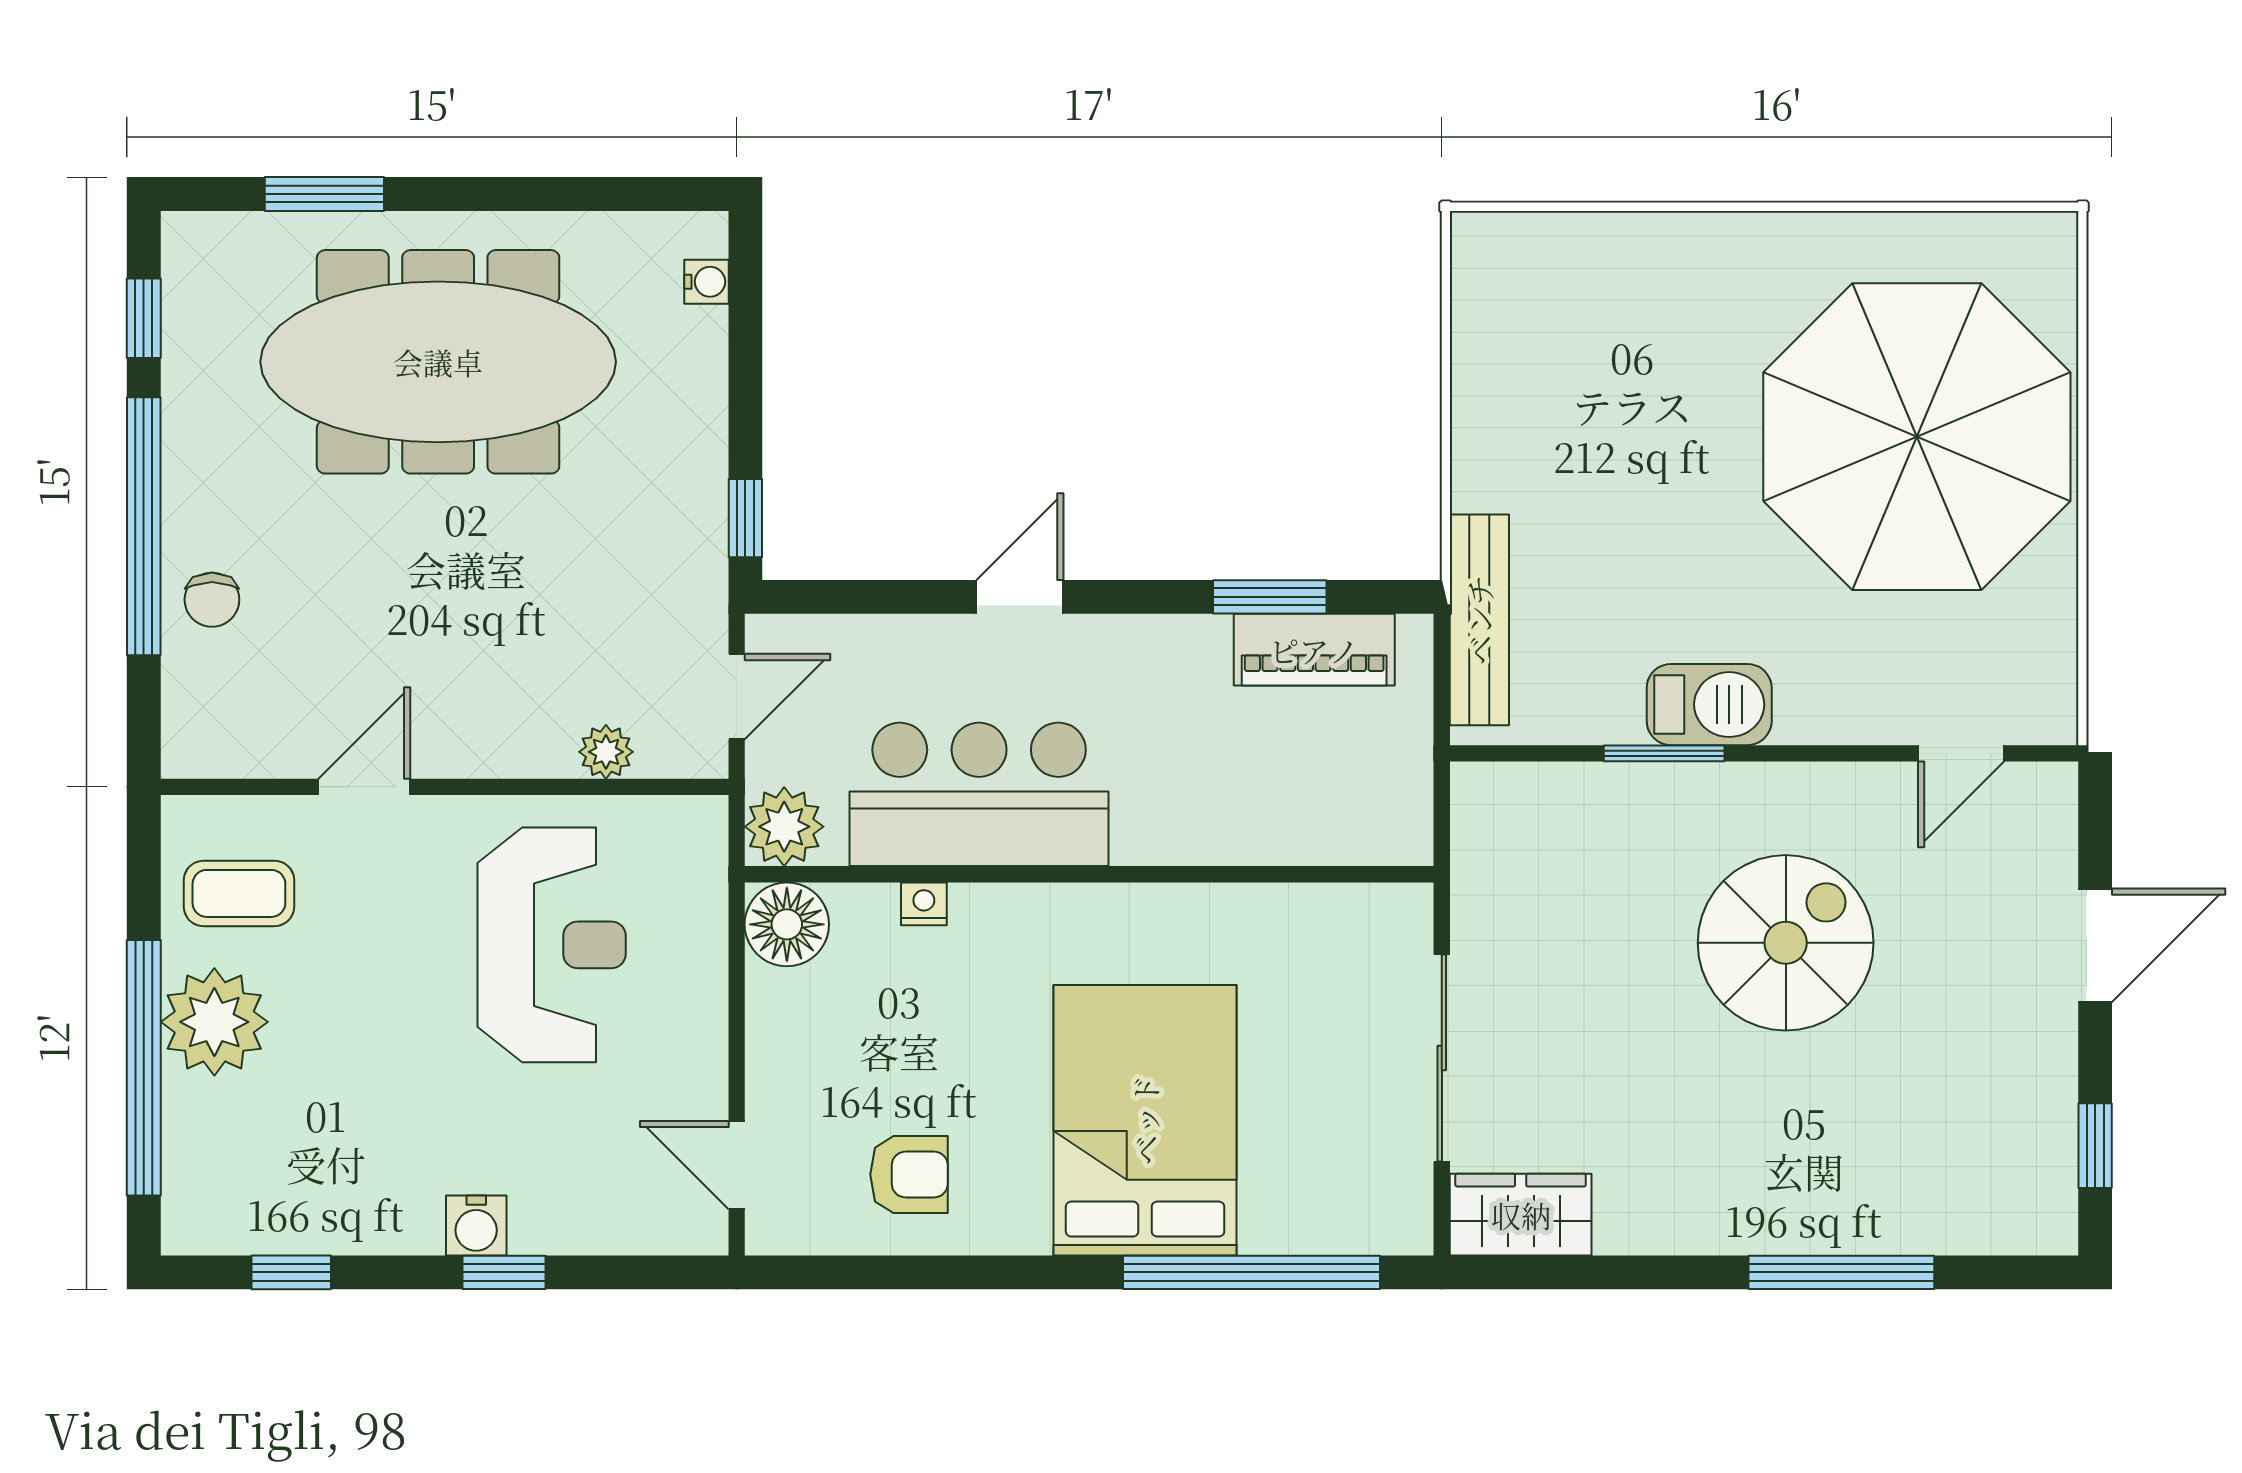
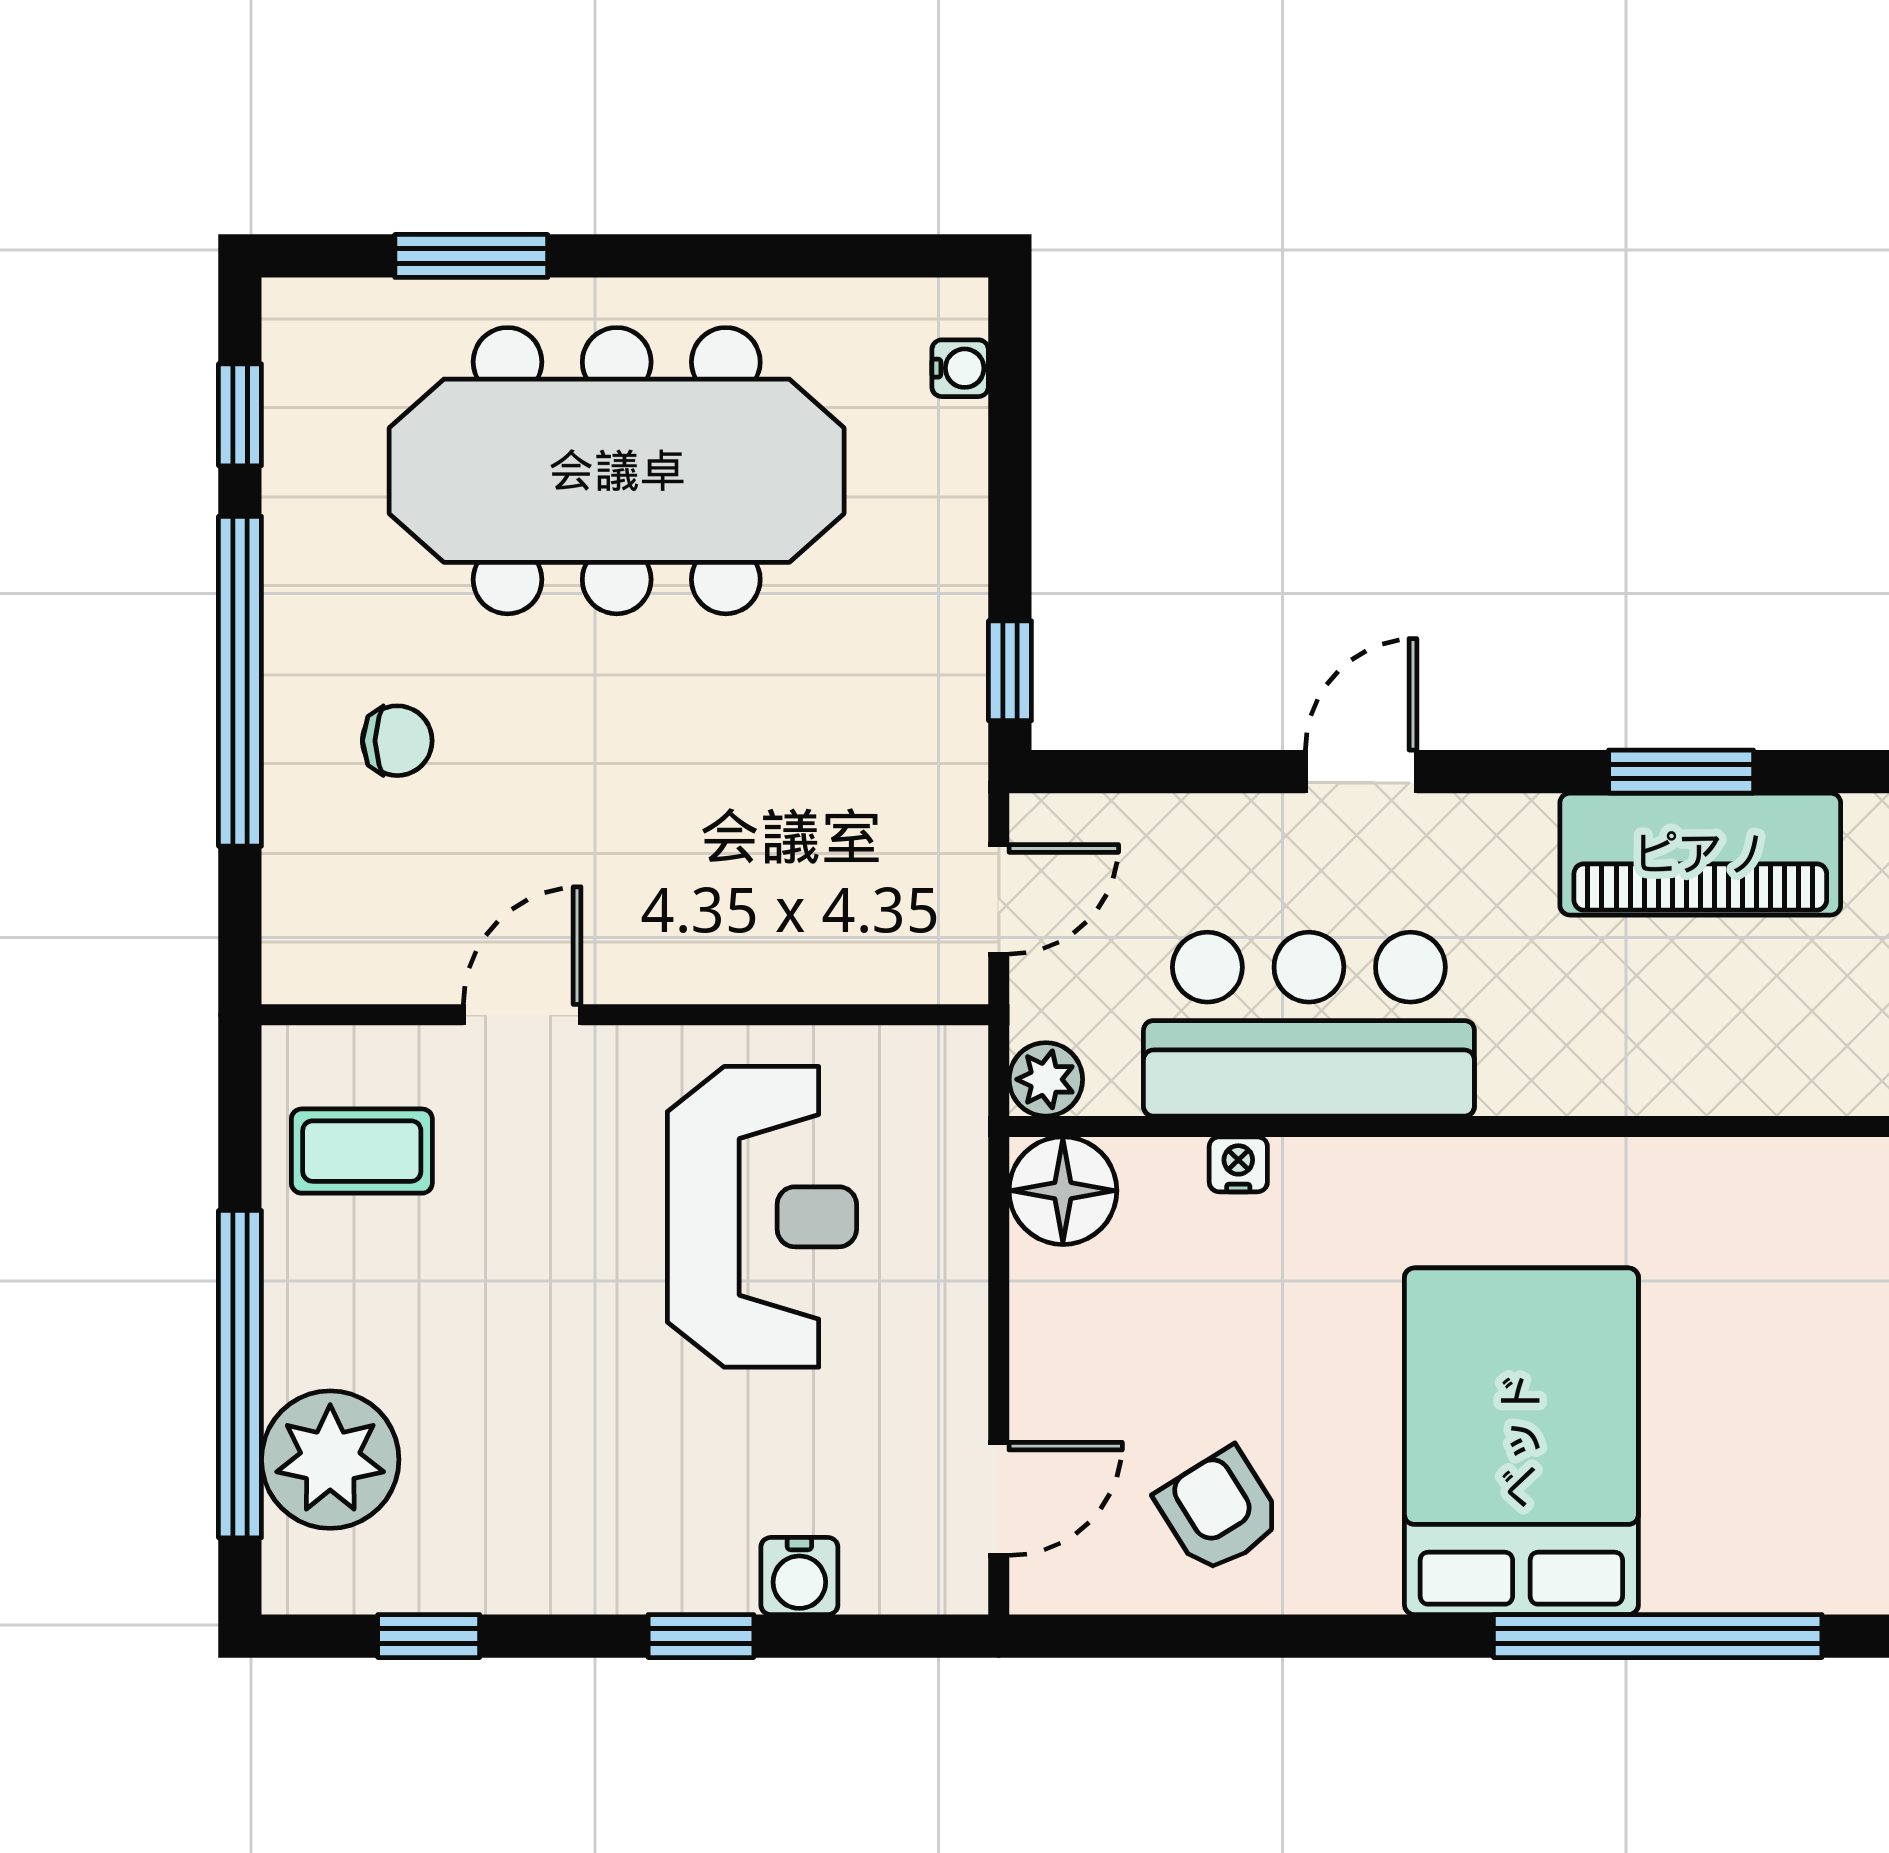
chair: (212, 600) -> (397, 741), moved, turned -90
piano: (1314, 650) -> (1700, 854), width x1.37, depth x1.33
plant: (606, 752) -> (832, 970), removed
plant: (784, 827) -> (1046, 1079), width x0.73, depth x0.73
plant: (214, 1022) -> (330, 1460), moved
door: (737, 1165) -> (999, 1499), swing flipped
armchair: (909, 1175) -> (1219, 1511), turned -122
water cooler: (476, 1225) -> (799, 1576), moved

